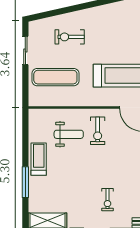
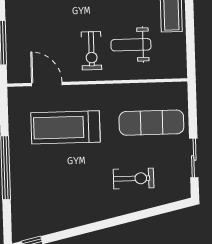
exercise bike: (98, 131) -> (91, 51), turned 180

